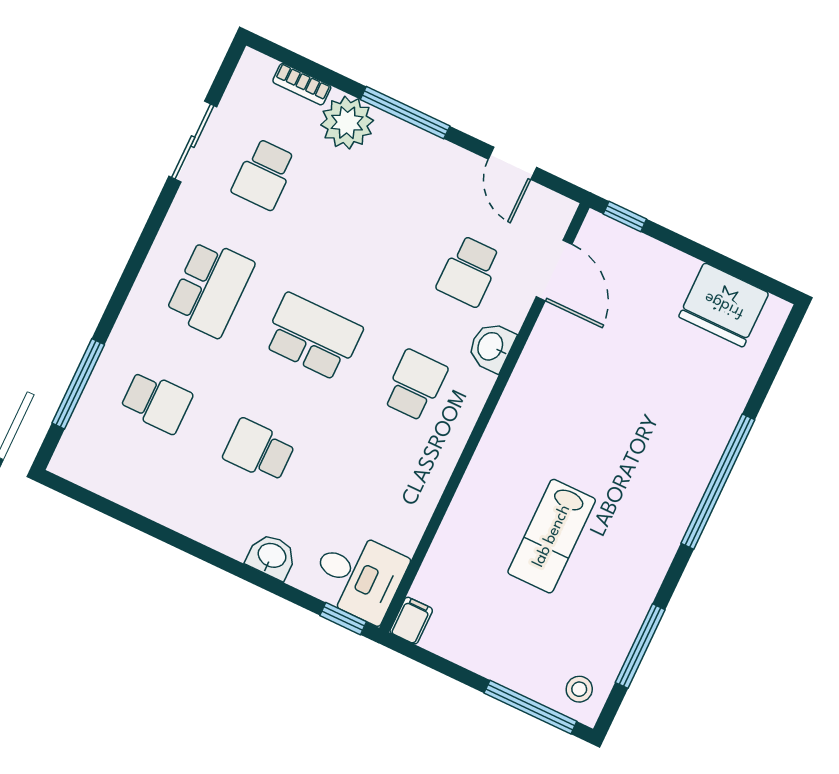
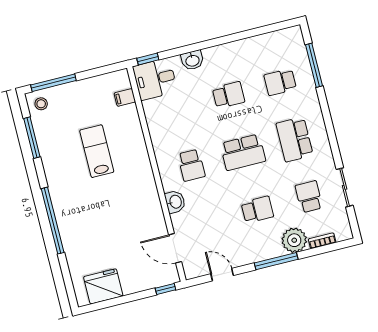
school desk: (469, 271) -> (257, 210), moved, turned 90
filing cabinet: (411, 621) -> (125, 97), moved, turned 90

